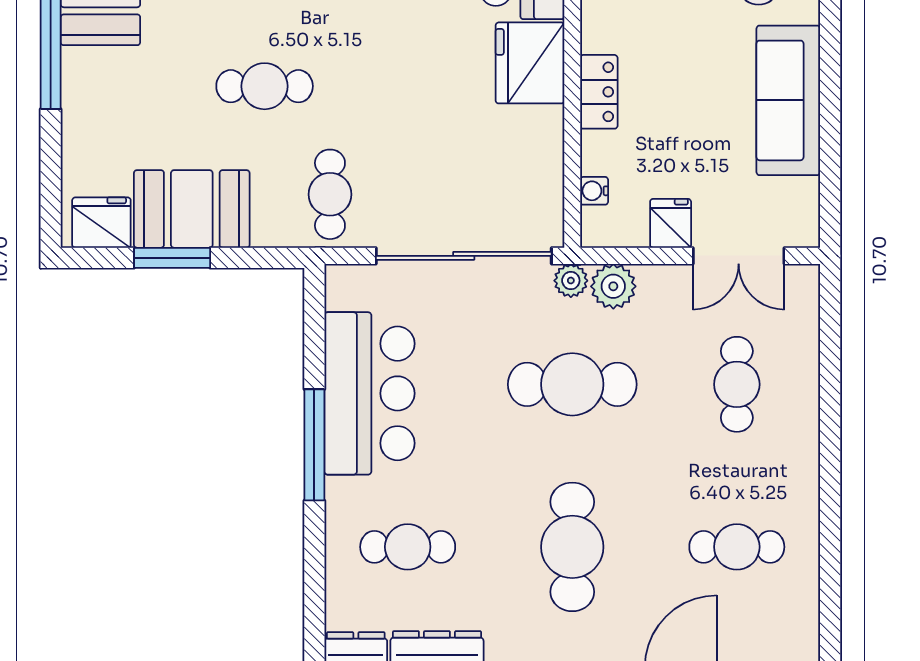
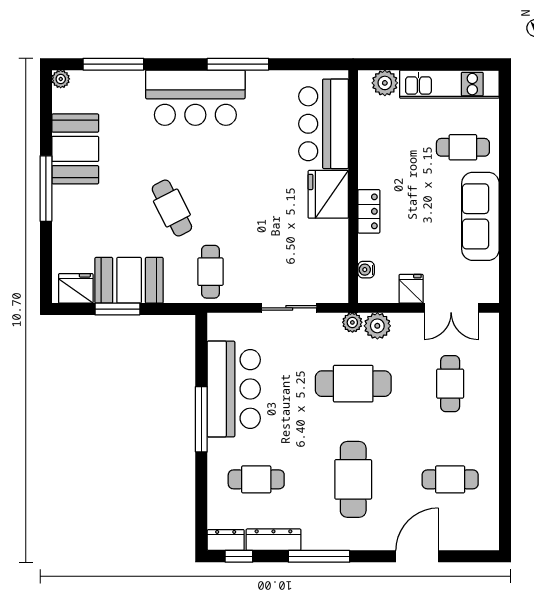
cafe table: (265, 86) -> (172, 208), turned 63
sliding door: (464, 256) -> (289, 308), width x0.54

